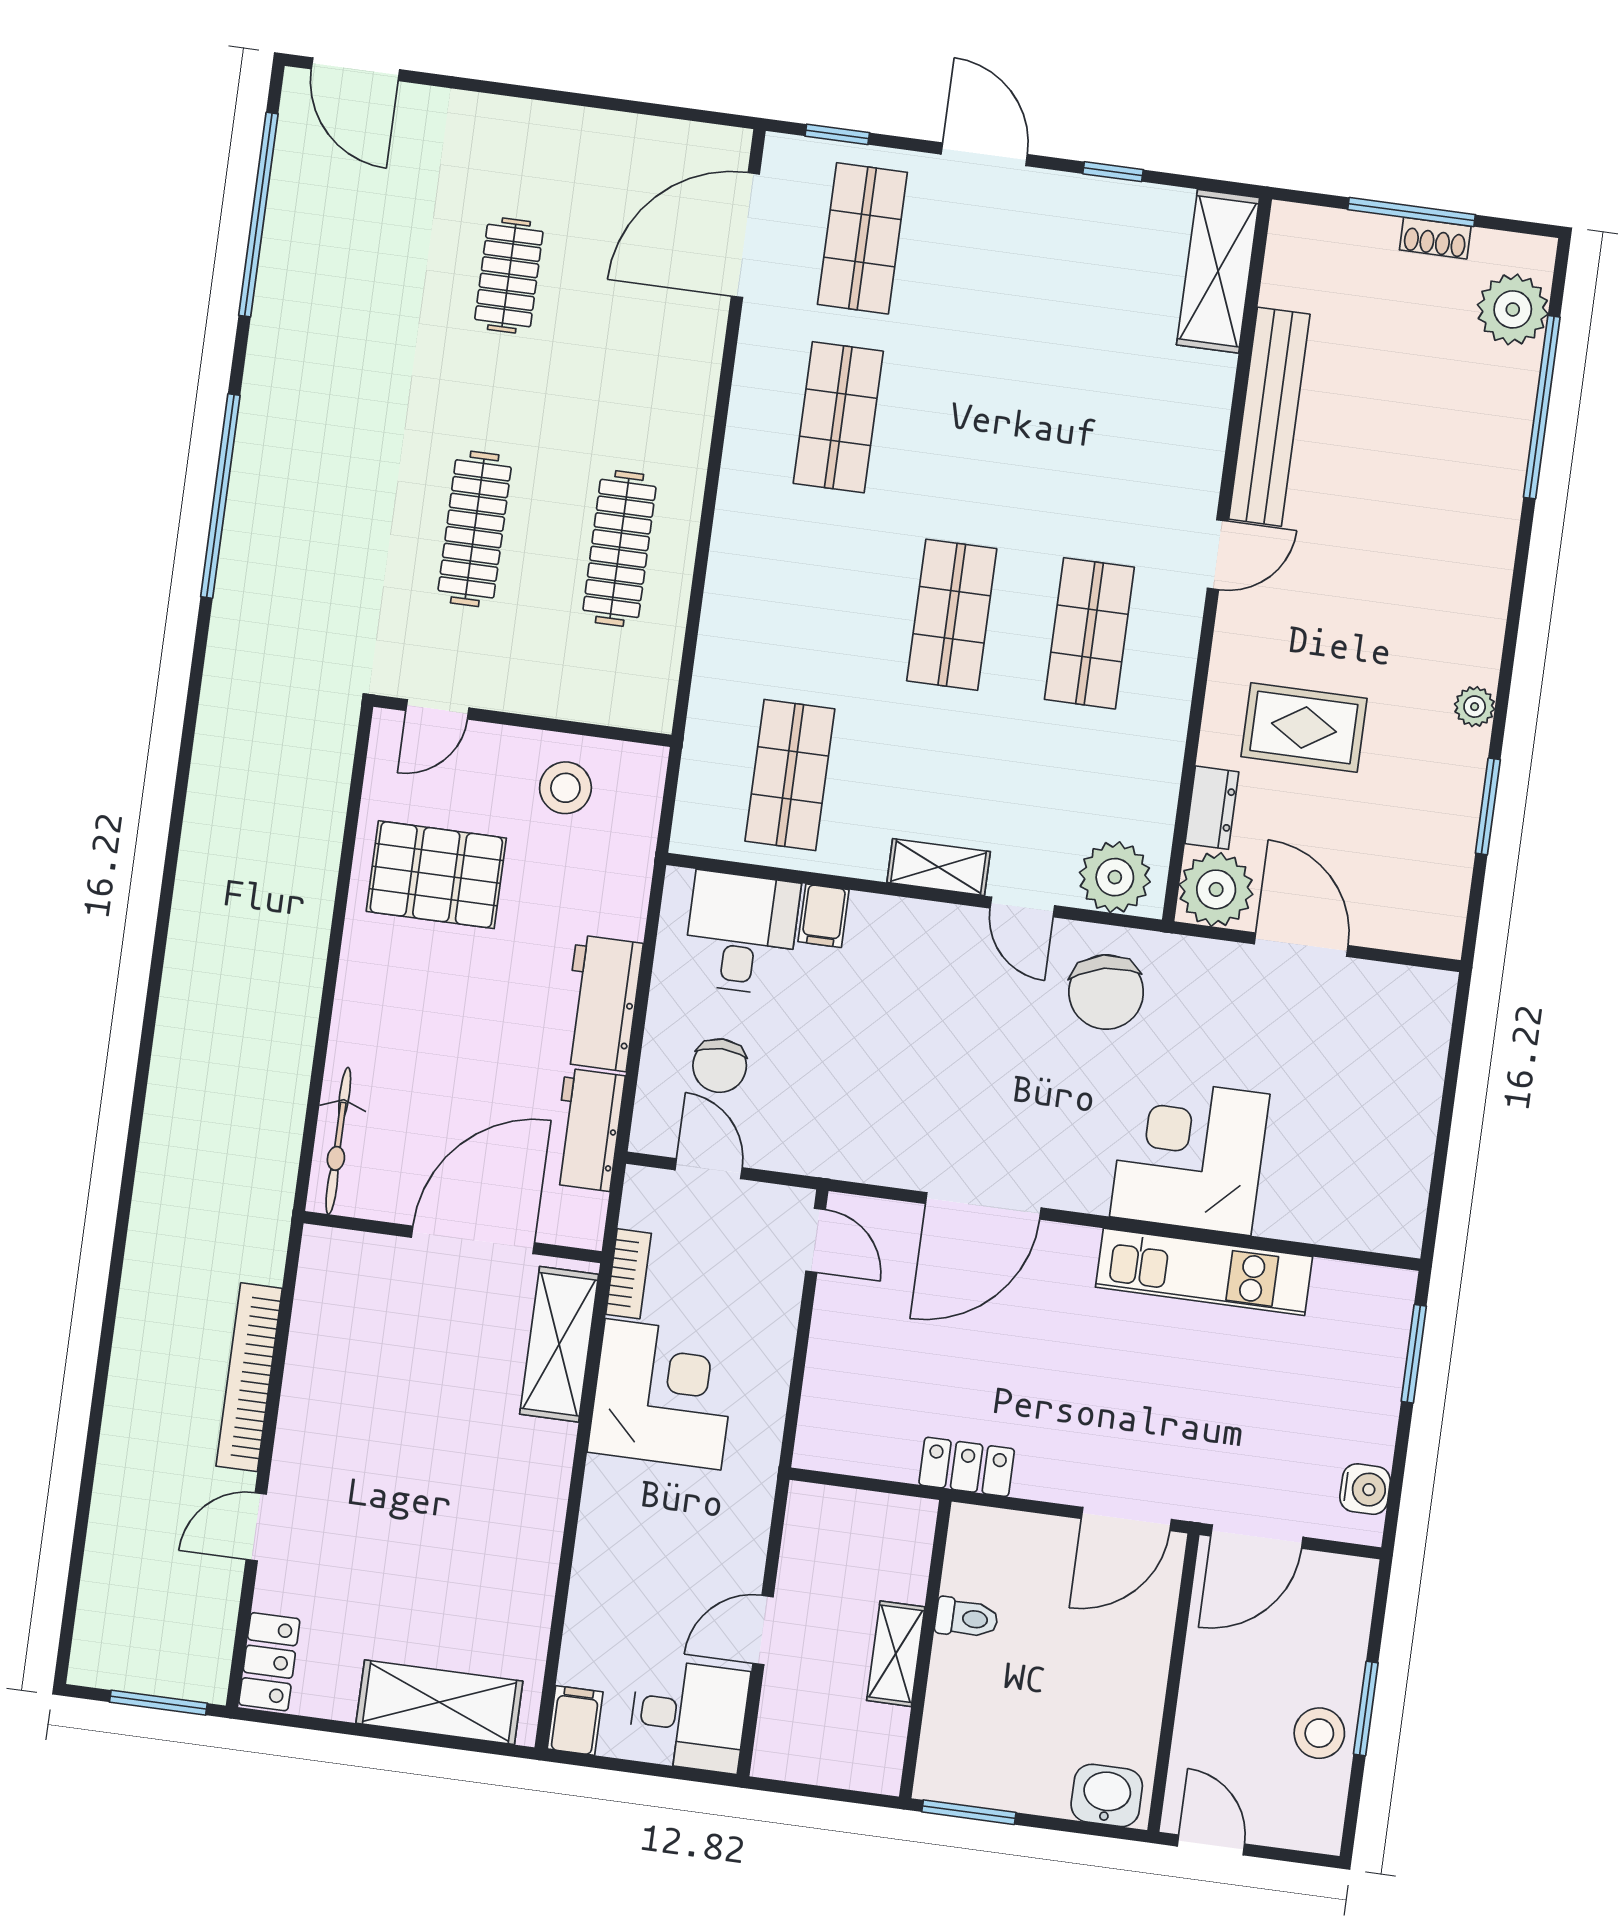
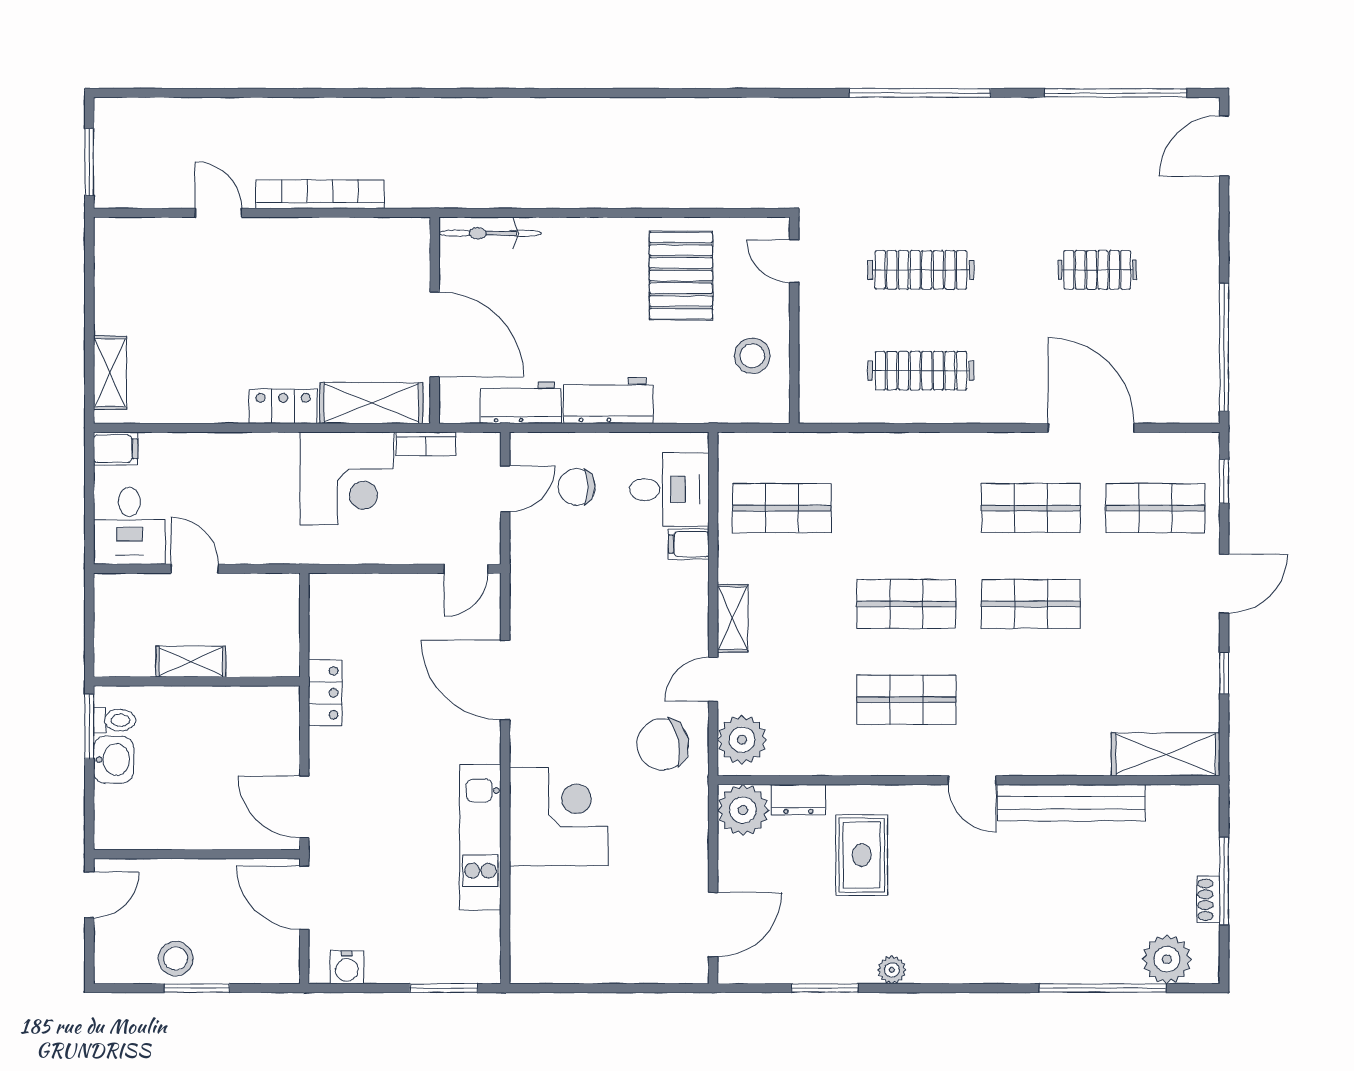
window: (645, 108) -> (1224, 347), added
door: (745, 235) -> (1091, 428), moved
shop shelf: (976, 436) -> (1031, 604), added
door: (1301, 945) -> (713, 924), moved
toilet: (967, 1618) -> (115, 720), moved, turned -90
locker: (269, 1662) -> (283, 406), moved, turned 180
shelving: (439, 1702) -> (110, 373), width x0.67, depth x0.75
washbasin: (1107, 1795) -> (113, 760), moved

